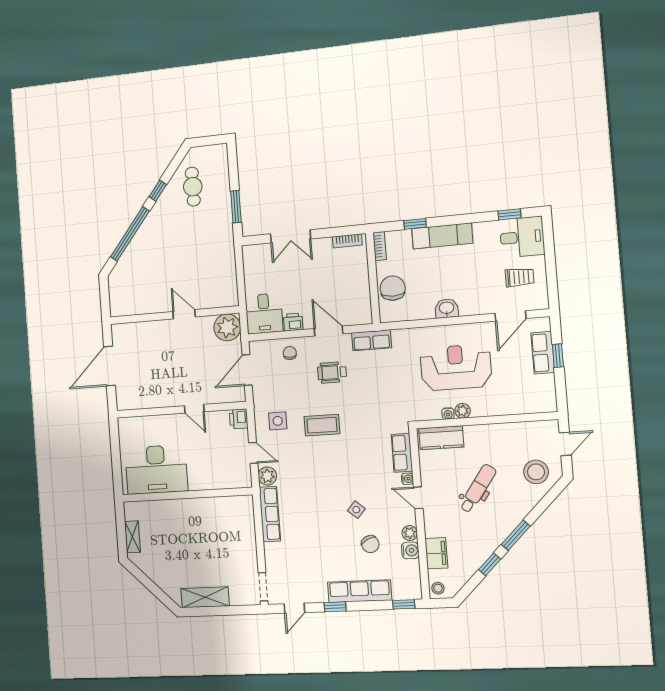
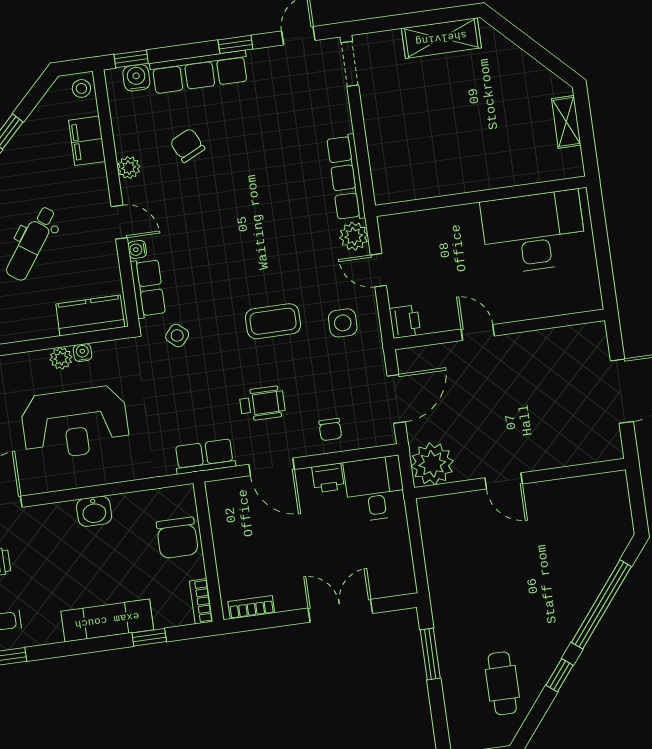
side table: (356, 510) -> (177, 335), moved
water cooler: (410, 550) -> (136, 78), moved, turned 90

